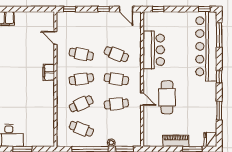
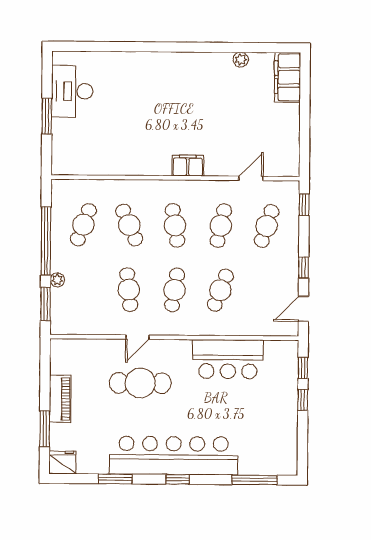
window: (204, 9) -> (303, 400), moved
cafe table: (81, 29) -> (267, 226), added
bar counter: (206, 46) -> (174, 456), moved

